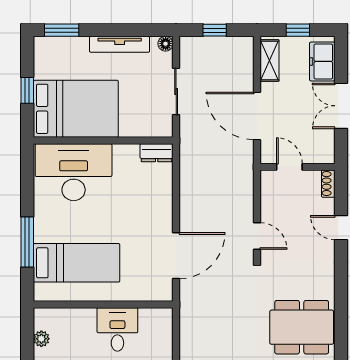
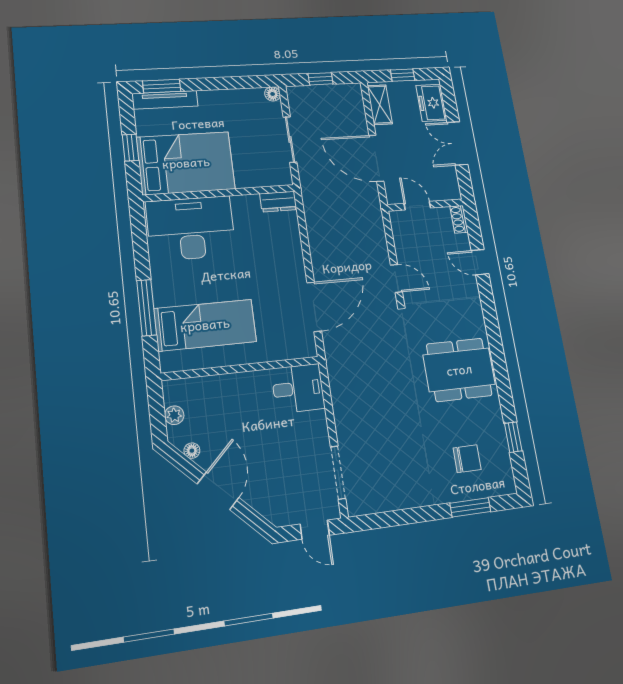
tv unit: (120, 44) -> (165, 100), moved
desk: (117, 329) -> (298, 389), moved, turned 90

